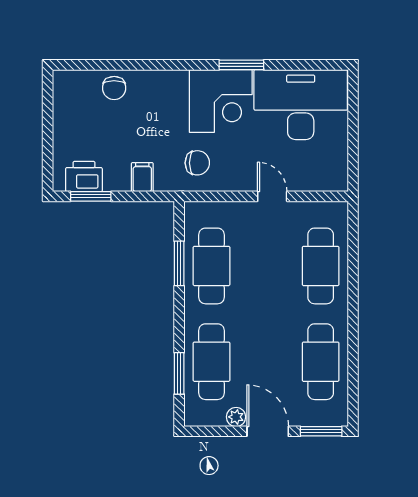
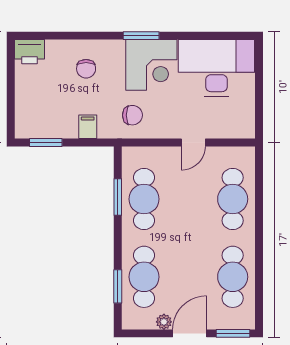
window: (241, 65) -> (141, 36), moved
chair: (114, 88) -> (86, 69), moved
printer: (84, 177) -> (29, 52), moved, turned 180
door: (272, 196) -> (193, 142), swing flipped
door: (268, 431) -> (190, 333), hinge flipped

